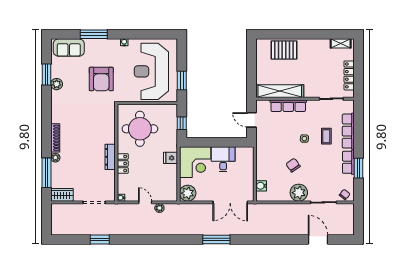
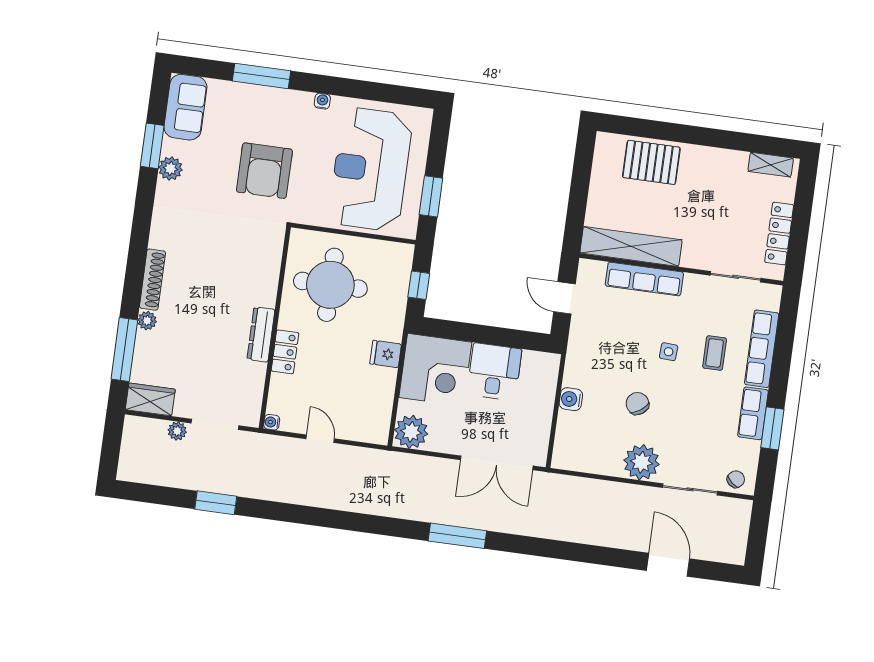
sofa: (69, 48) -> (185, 107), moved, turned -90
water cooler: (261, 186) -> (571, 399), moved
plant: (159, 208) -> (177, 431), moved

